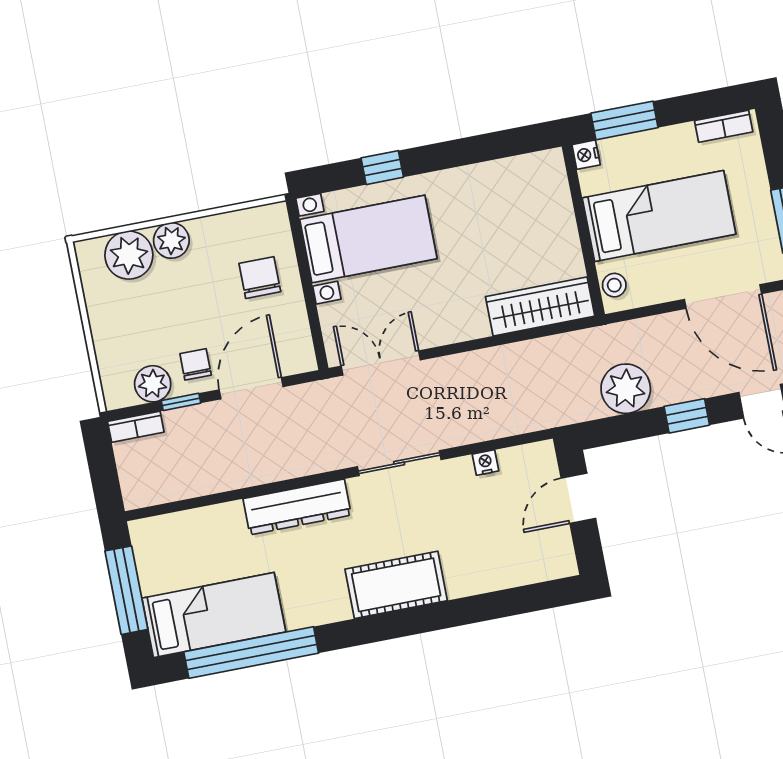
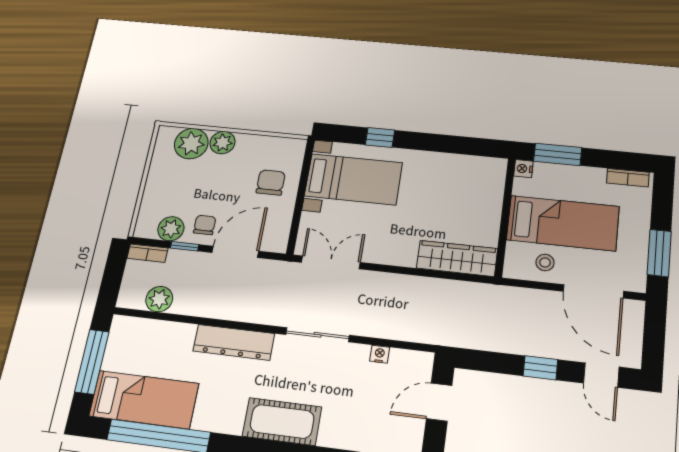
stool: (614, 285) -> (545, 262), moved
plant: (626, 389) -> (159, 299), moved, width x0.73, depth x0.73

